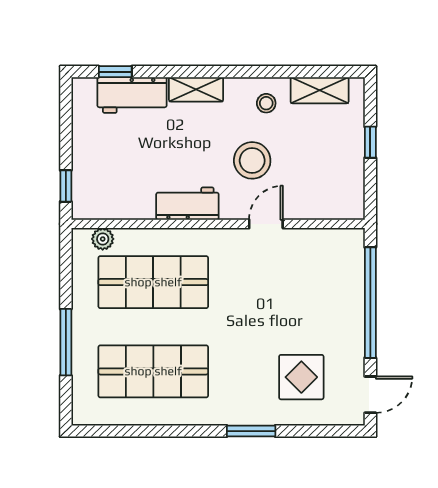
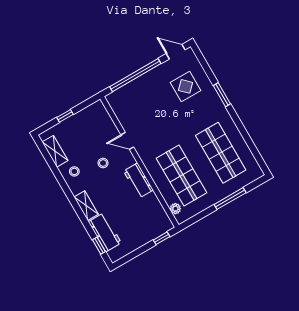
stool: (252, 160) -> (103, 163), width x0.53, depth x0.53

